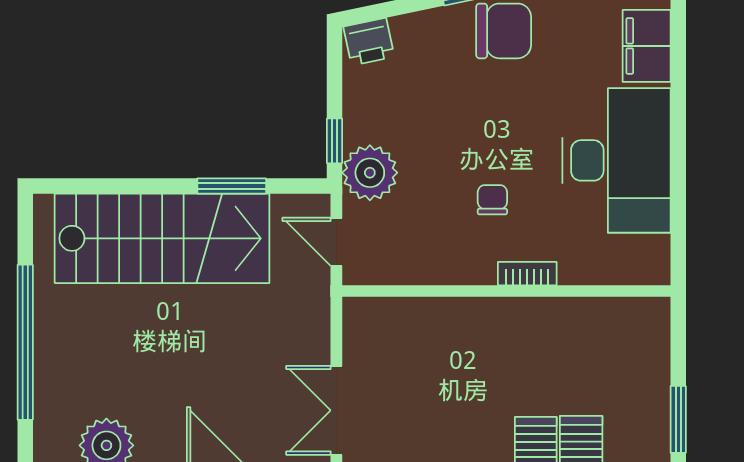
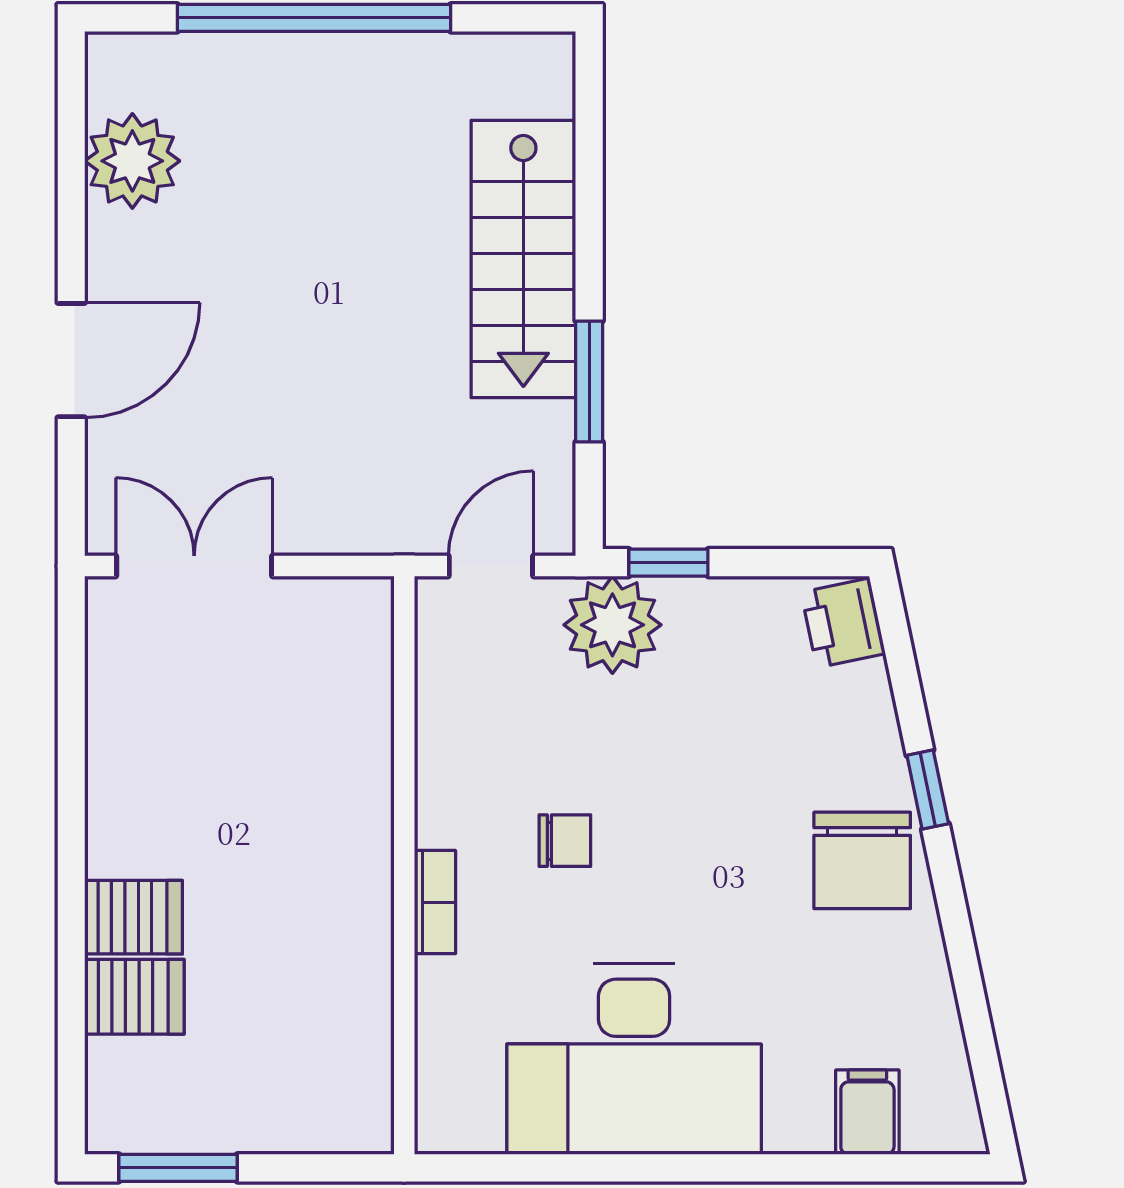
filing cabinet: (647, 46) -> (867, 1112), width x0.50
stairs: (162, 238) -> (523, 259), width x0.73, depth x0.66

